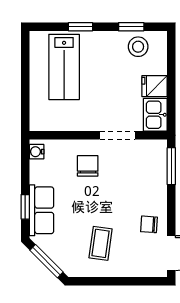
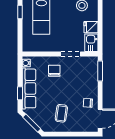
window: (25, 59) -> (20, 12), added
row of seats: (42, 210) -> (29, 88), width x1.48

